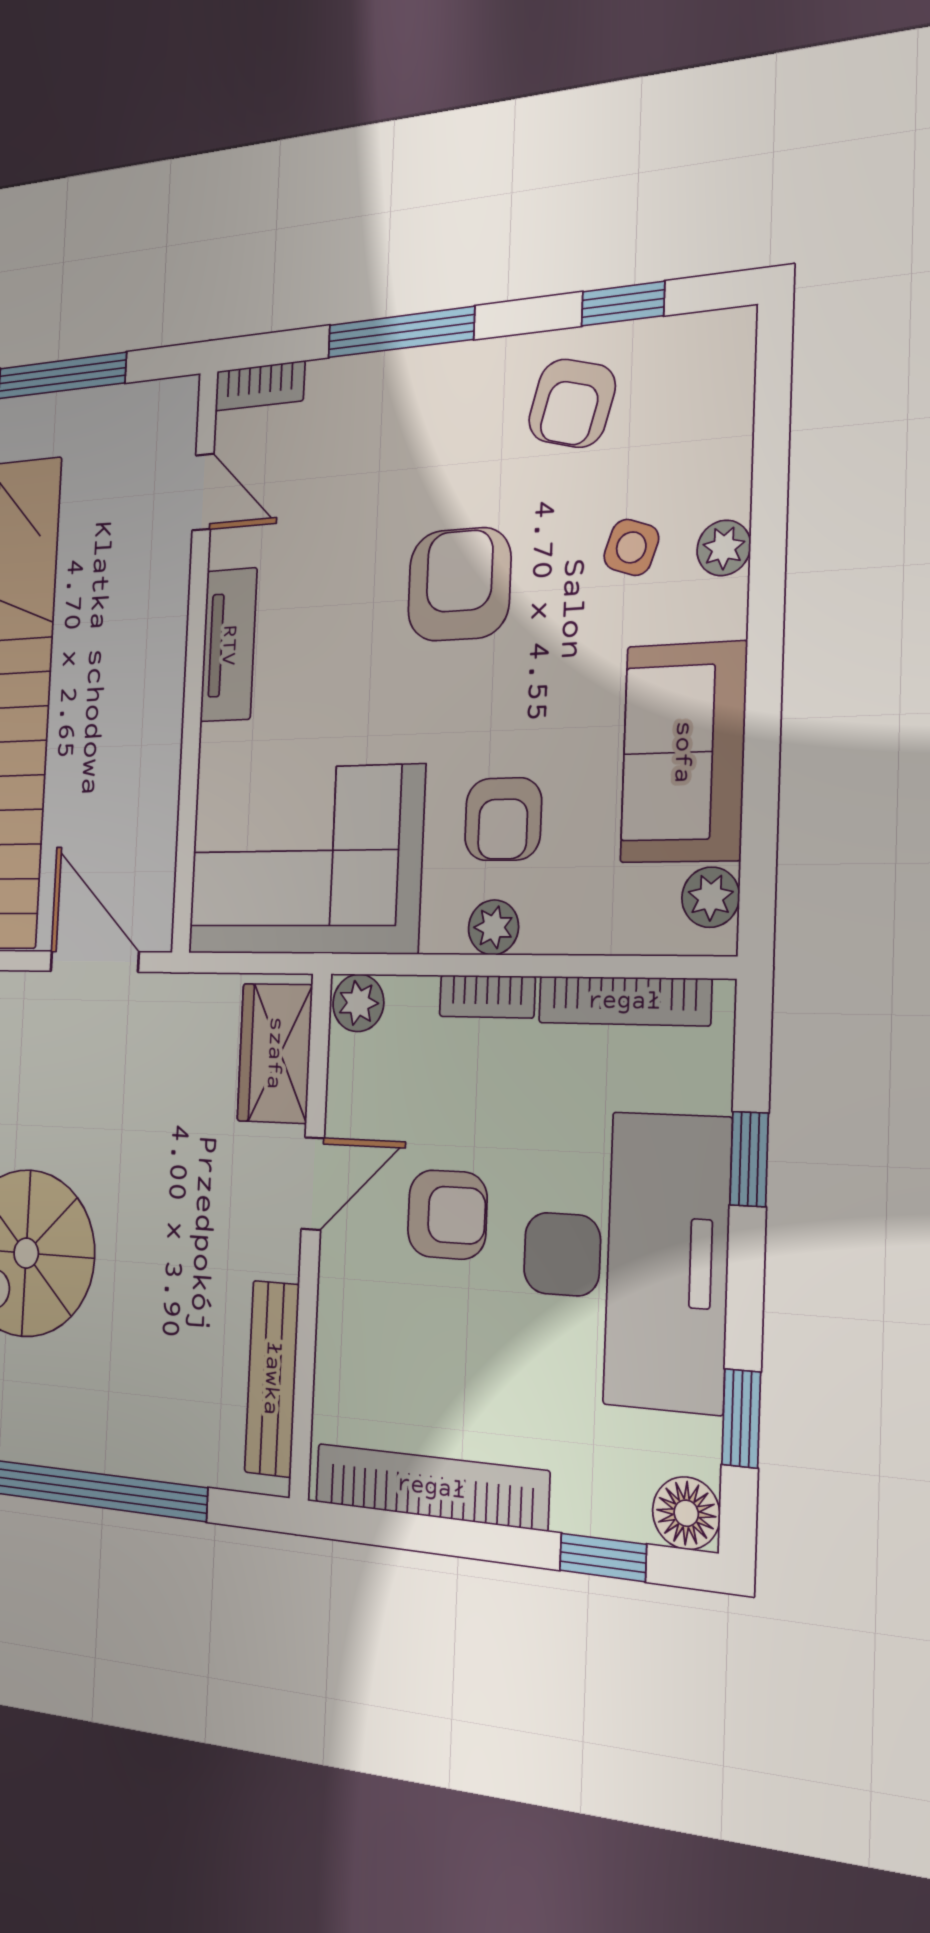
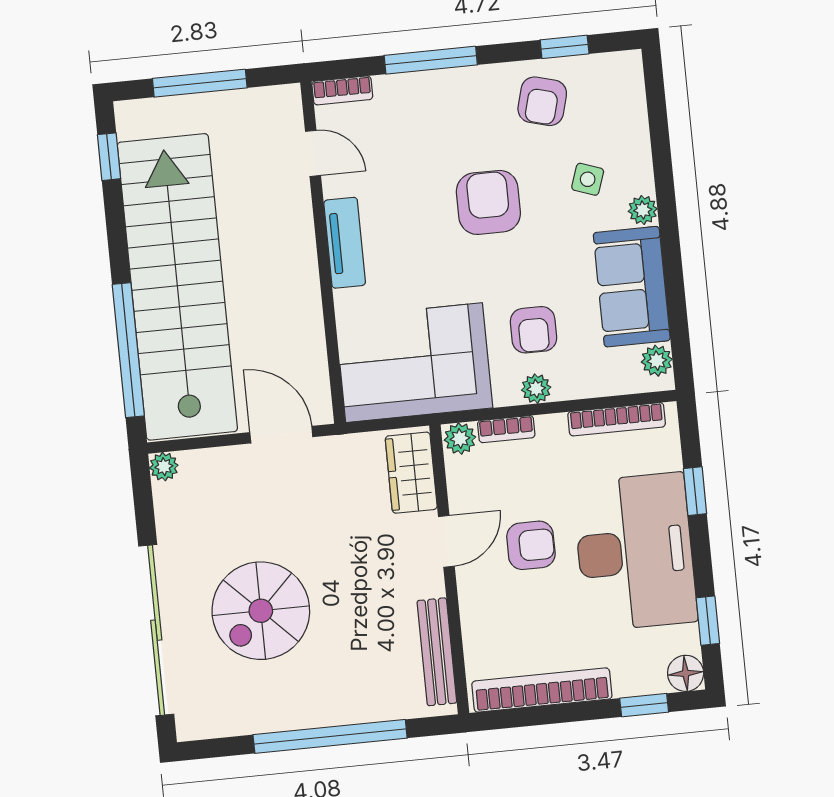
plant: (724, 548) -> (643, 210), moved
bookcase: (487, 996) -> (506, 429), moved

